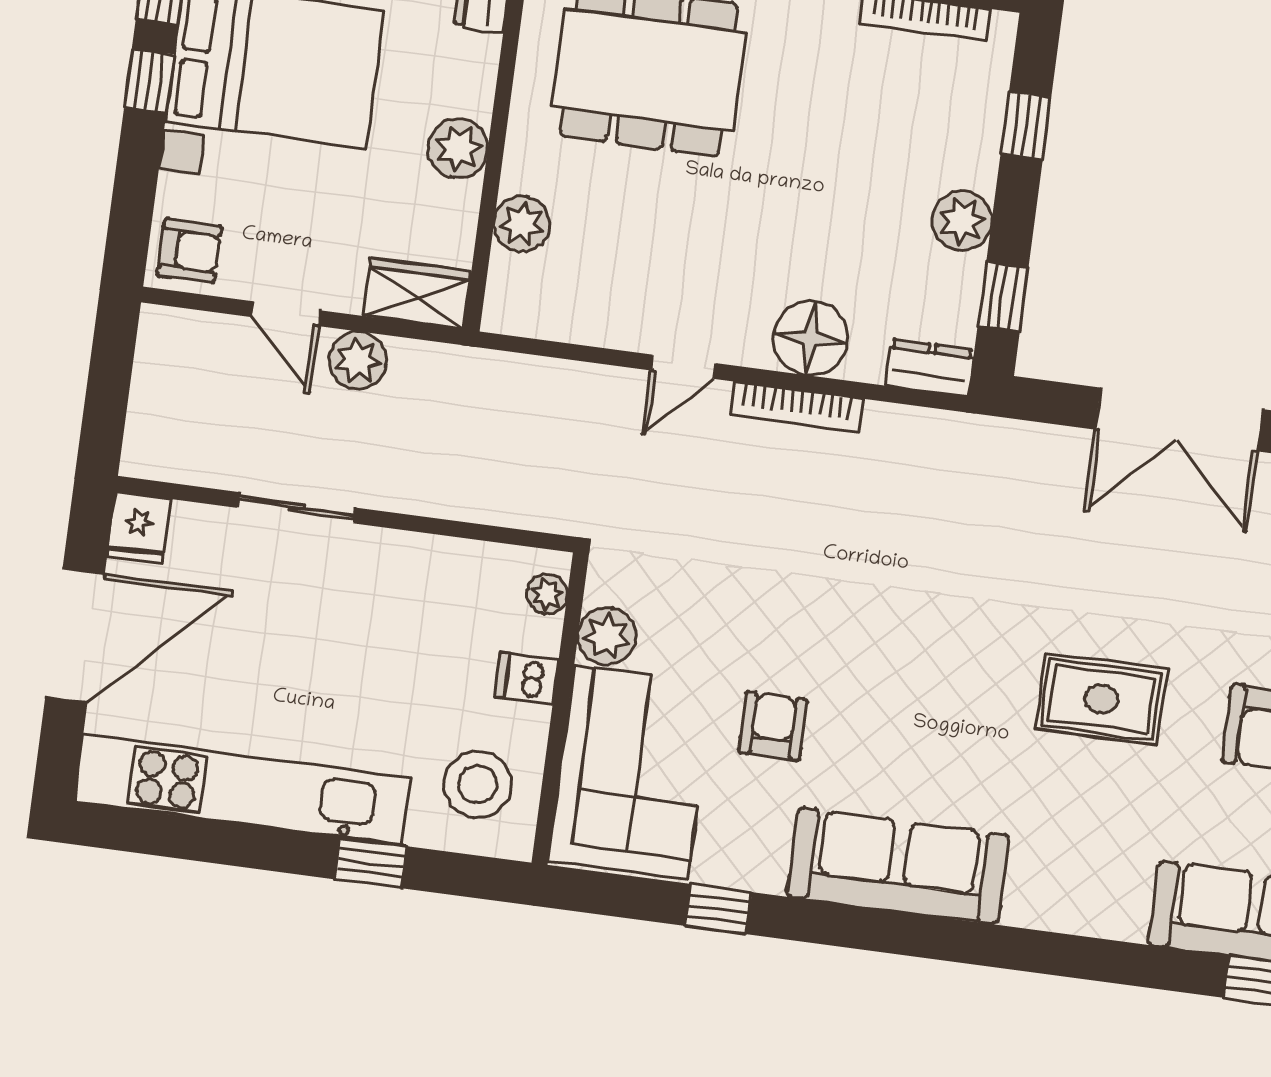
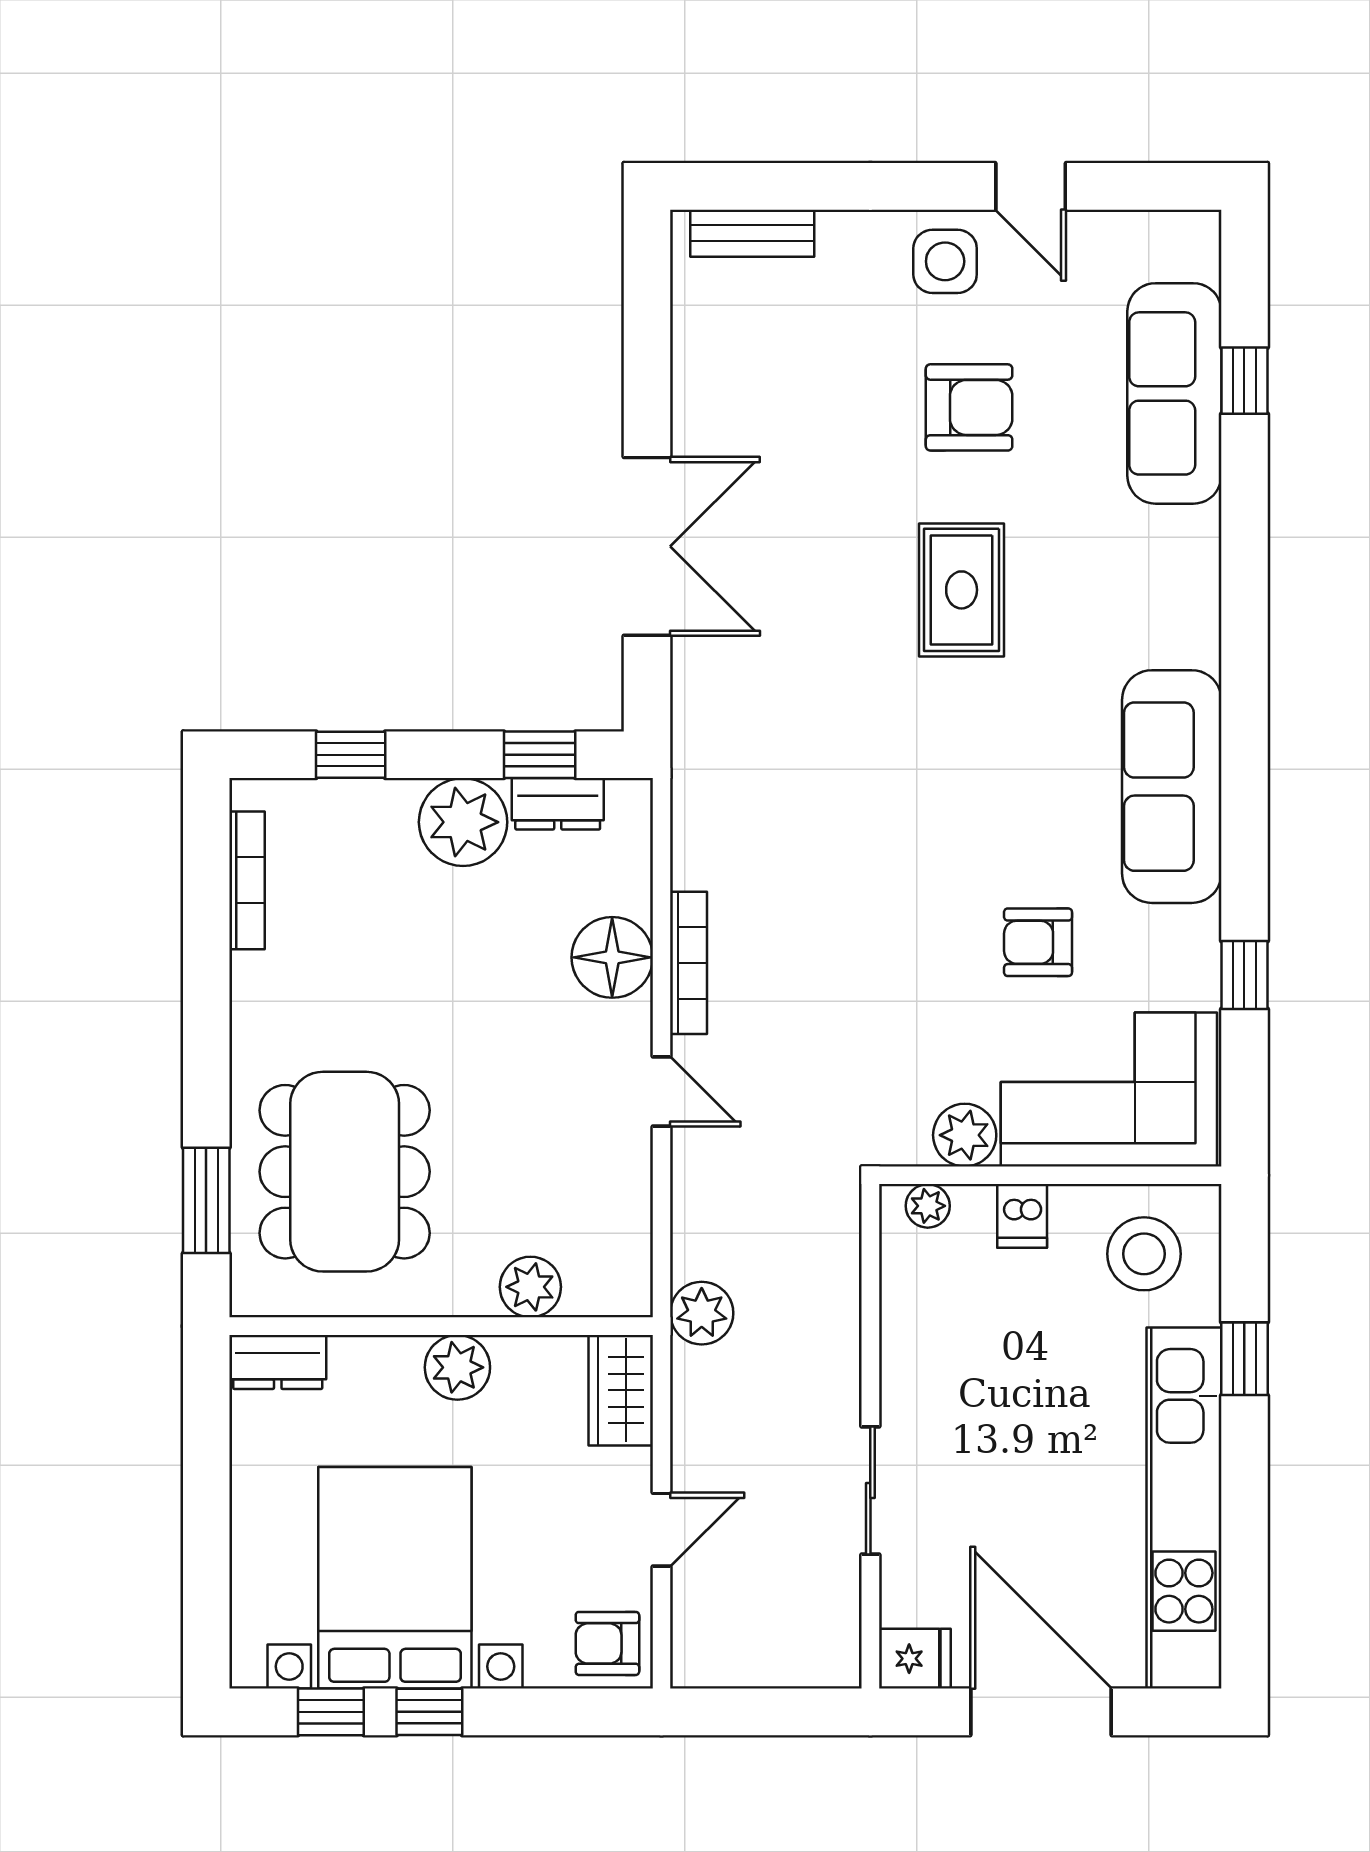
plant: (962, 221) -> (463, 822), width x1.36, depth x1.36
armchair: (189, 251) -> (607, 1643), turned -90
plant: (358, 360) -> (702, 1313), moved
dresser: (930, 368) -> (558, 804), moved, turned -90

